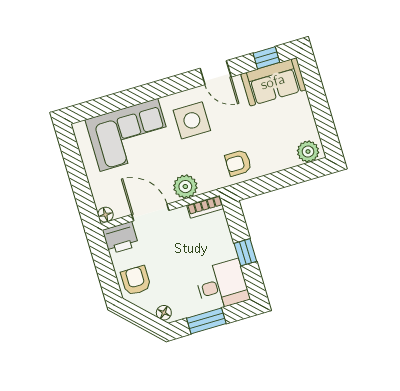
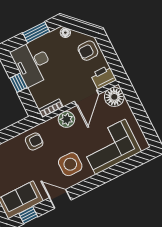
door: (150, 213) -> (87, 98), hinge flipped
floor lamp: (105, 215) -> (114, 97), width x1.89, depth x1.89
armchair: (136, 281) -> (88, 51), turned 90
desk: (222, 285) -> (32, 63), width x1.37

